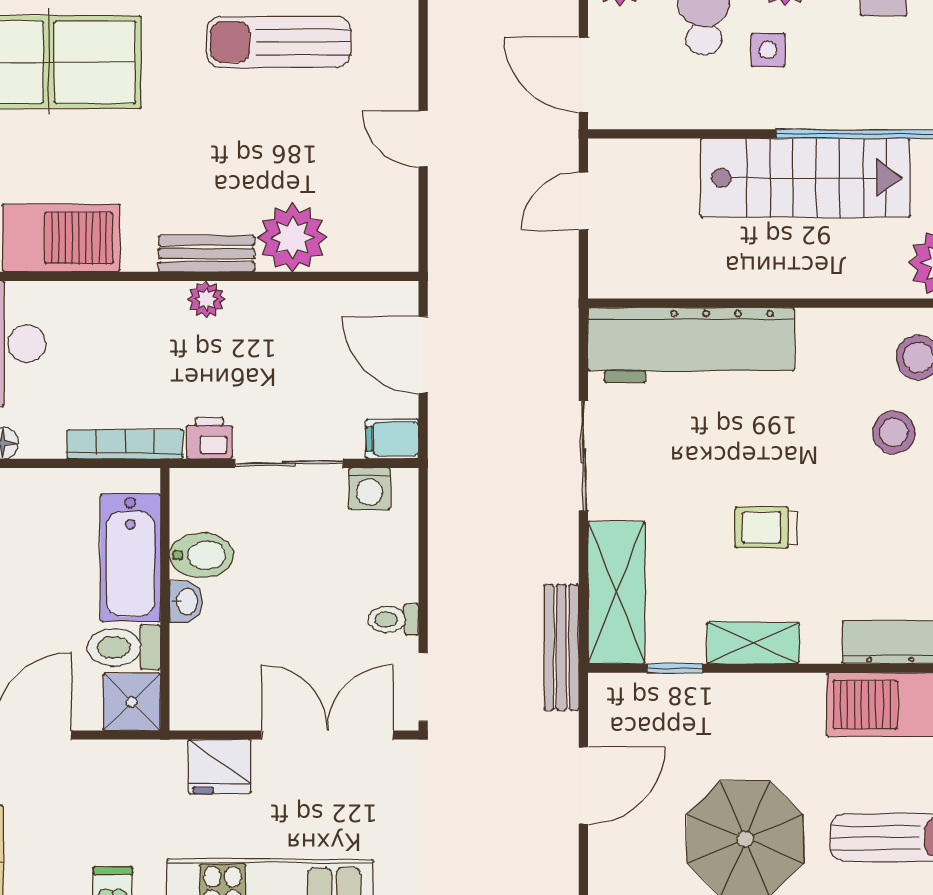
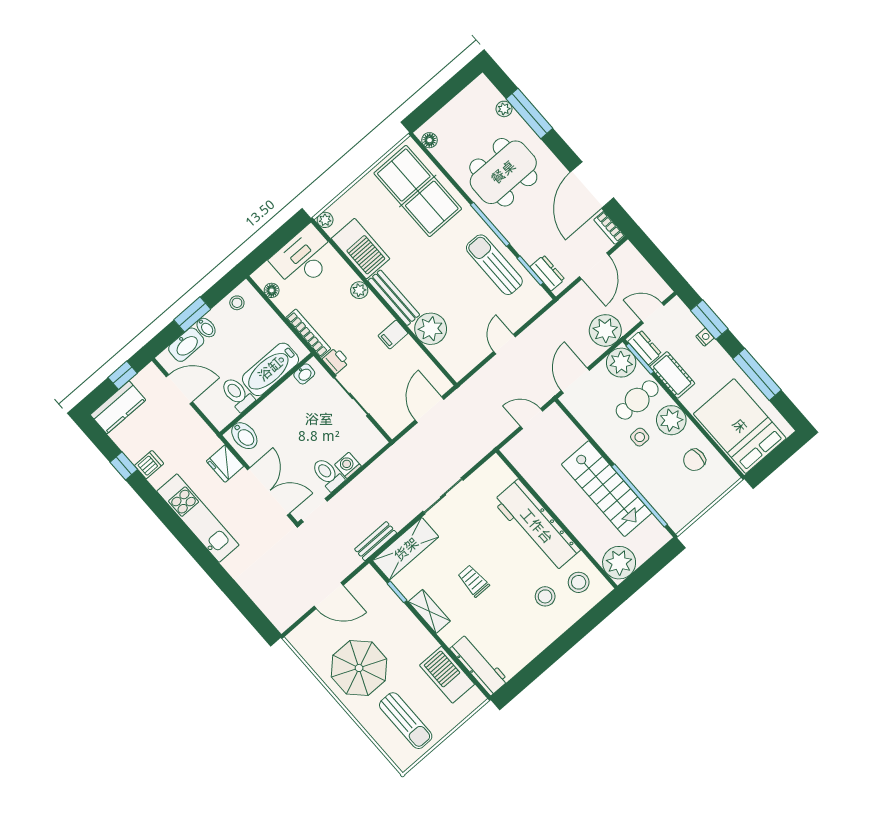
bench: (207, 254) -> (394, 298), width x1.36
plant: (206, 299) -> (359, 290), moved
workbench: (691, 345) -> (537, 526), moved
filing cabinet: (392, 439) -> (393, 334), moved, turned -90
washing machine: (369, 489) -> (348, 465), moved, turned 90
bidet: (202, 555) -> (244, 436), moved
washbasin: (186, 602) -> (304, 374), moved
toilet: (393, 619) -> (328, 474), width x1.37, depth x1.39
bench: (561, 647) -> (376, 541), width x0.73
shower: (132, 702) -> (221, 414), removed

